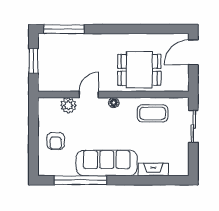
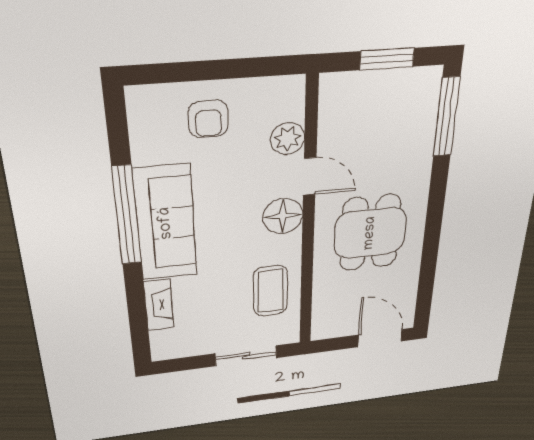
dining table: (139, 70) -> (370, 233), moved
floor lamp: (114, 103) -> (283, 216), width x1.89, depth x1.89
armchair: (56, 141) -> (208, 119), turned -90
window: (80, 180) -> (127, 216), moved

